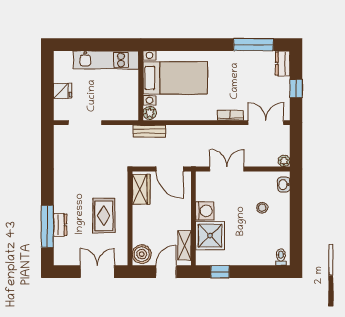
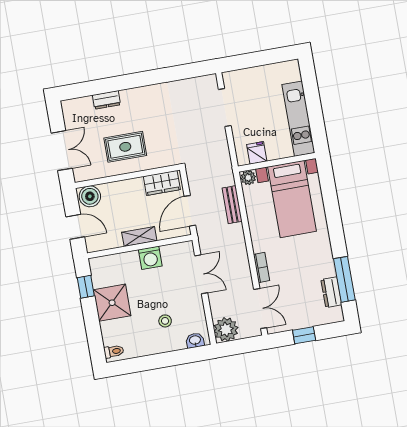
dresser: (283, 64) -> (331, 292), moved, turned -90
fridge: (63, 91) -> (257, 153), moved, turned 180
bench: (149, 131) -> (232, 205), moved
plant: (284, 161) -> (226, 329), width x1.88, depth x1.88
window: (47, 226) -> (102, 86), removed
shower: (210, 236) -> (112, 303), moved
shelving: (184, 246) -> (139, 236), moved

